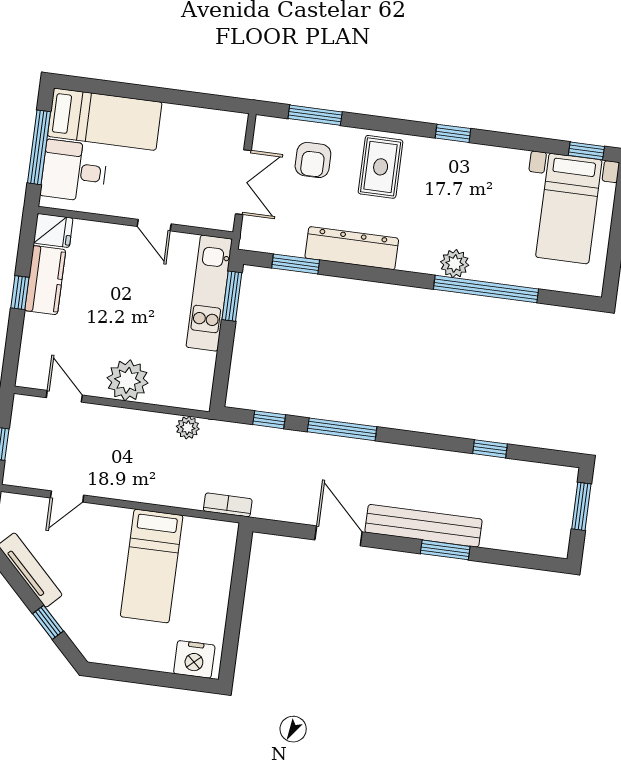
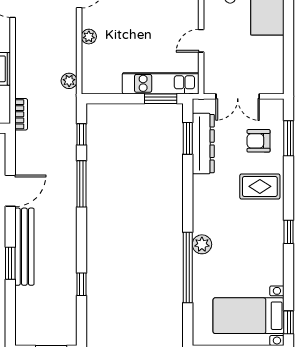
dresser: (352, 248) -> (203, 144), moved
plant: (128, 380) -> (89, 37), width x0.53, depth x0.53

